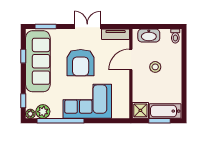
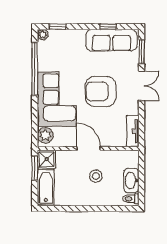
double door: (87, 27) -> (142, 86), moved
washbasin: (149, 36) -> (131, 181), moved
door: (131, 59) -> (89, 148), moved
sofa: (38, 61) -> (111, 40), width x0.74, depth x0.79
plant: (43, 112) -> (45, 135), moved
window: (159, 121) -> (35, 168), moved

